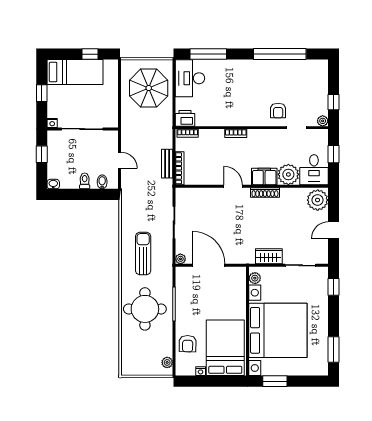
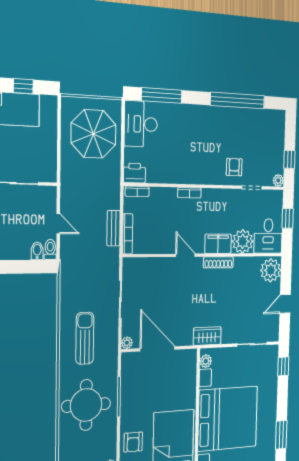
armchair: (278, 111) -> (234, 167), turned 180
toilet: (85, 181) -> (50, 250), moved
wardrobe: (269, 256) -> (207, 336), moved

